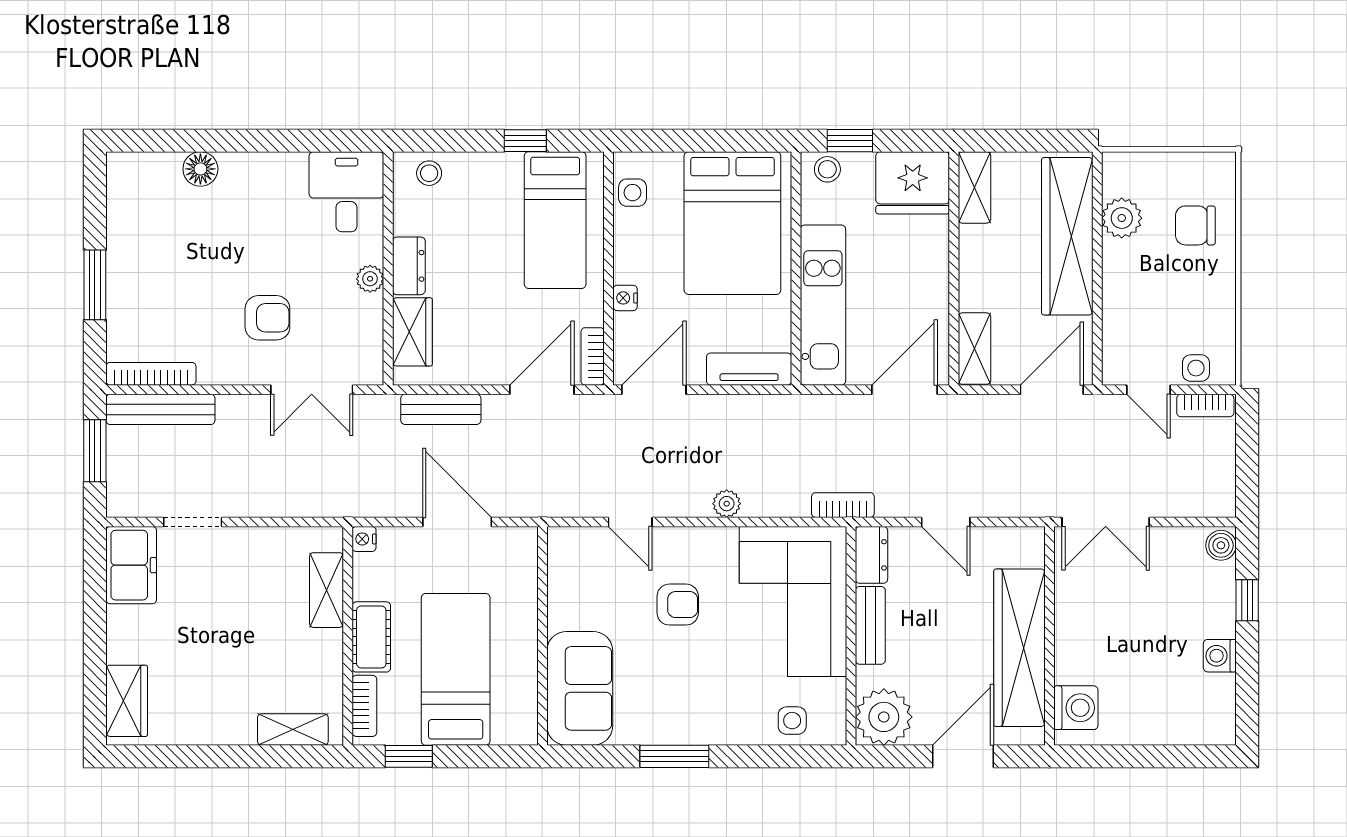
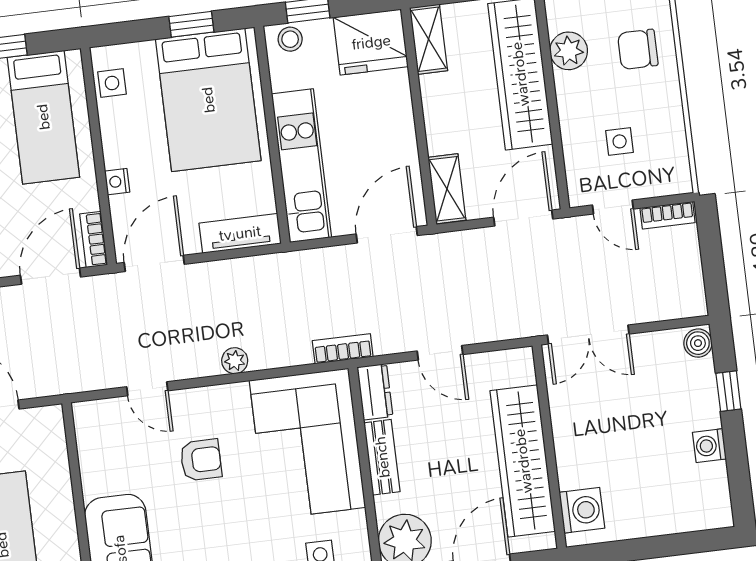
window: (724, 141) -> (191, 24), added
side table: (1196, 368) -> (620, 141), moved

